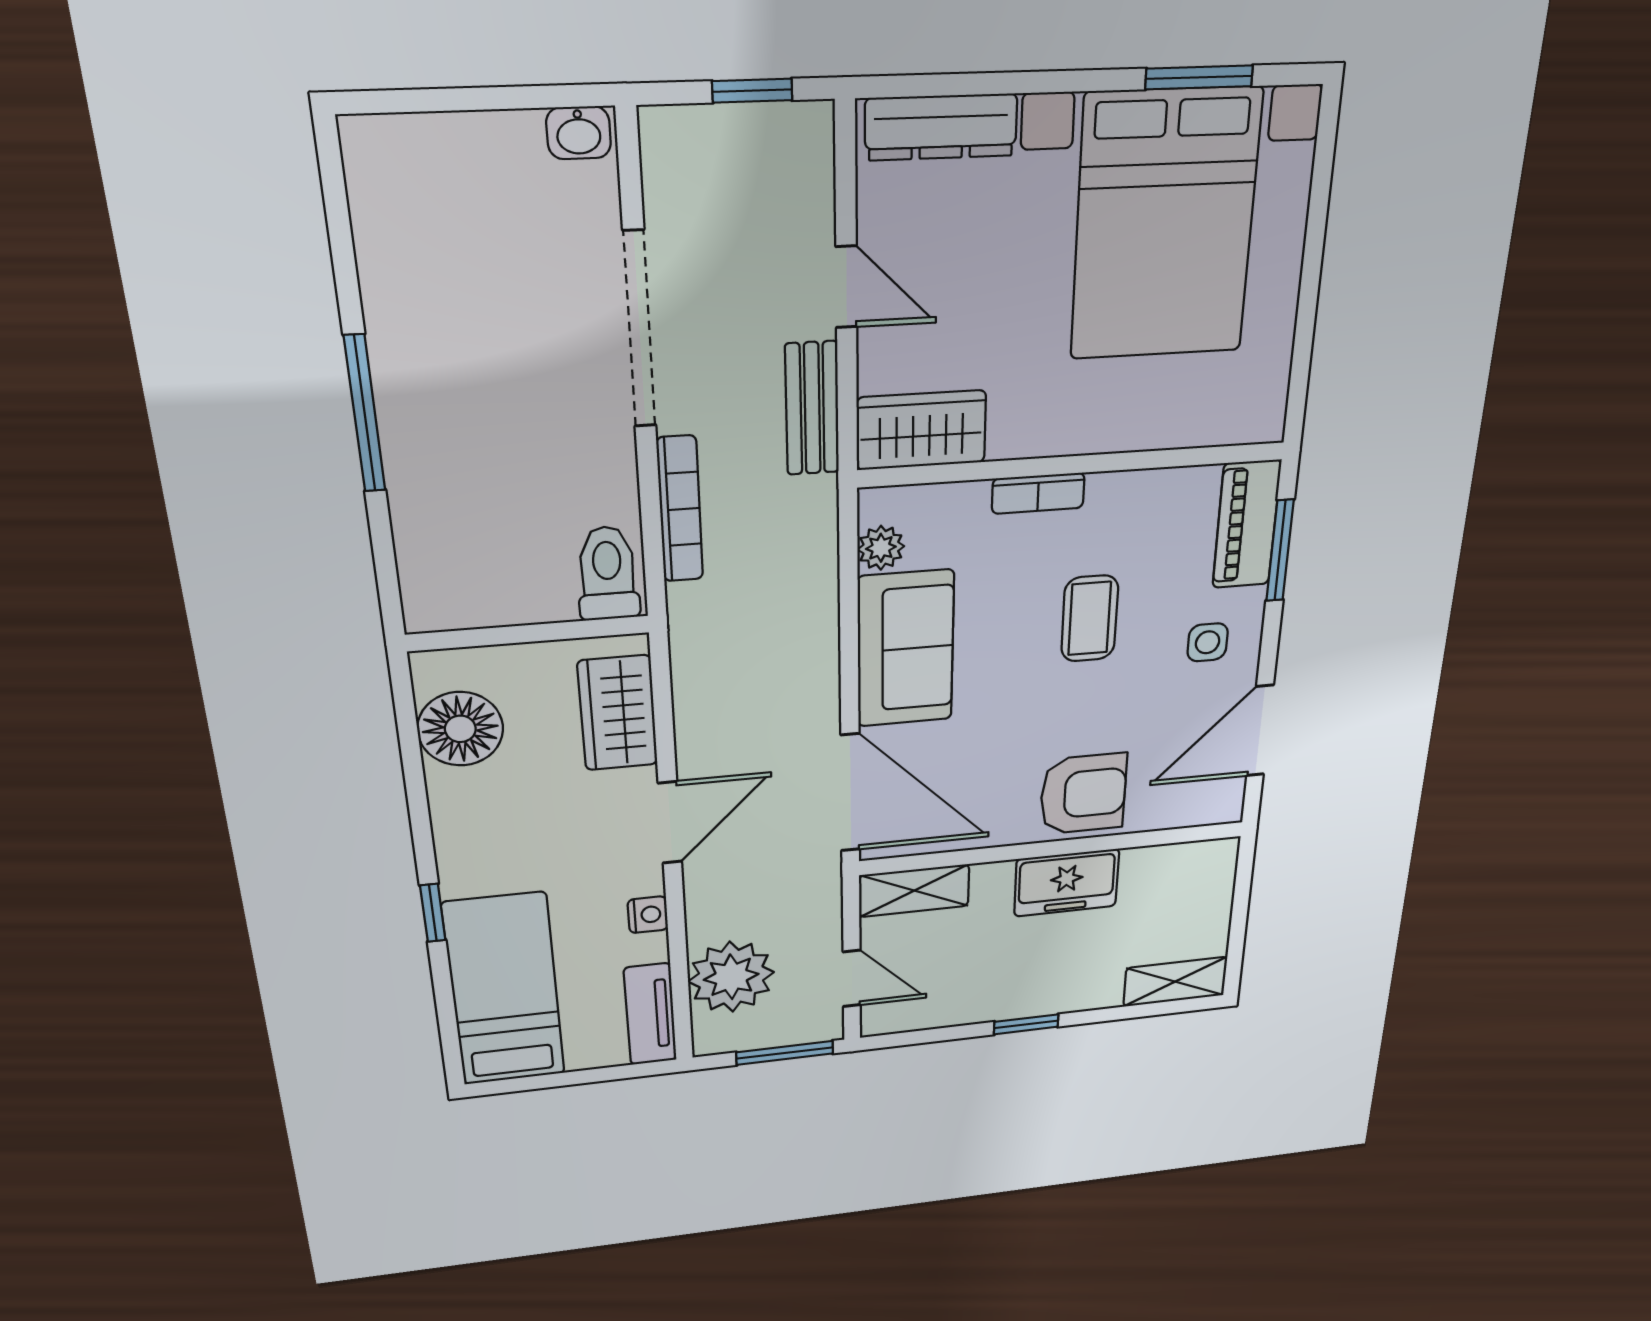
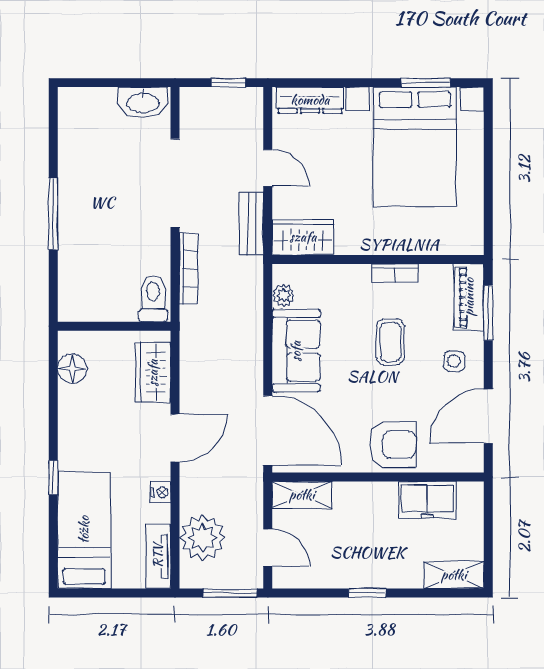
washbasin: (579, 133) -> (143, 102), width x1.91, depth x1.45
bookcase: (1038, 493) -> (395, 273), moved
floor lamp: (460, 729) -> (72, 368), width x0.73, depth x0.73
freezer: (1067, 883) -> (427, 500), moved

